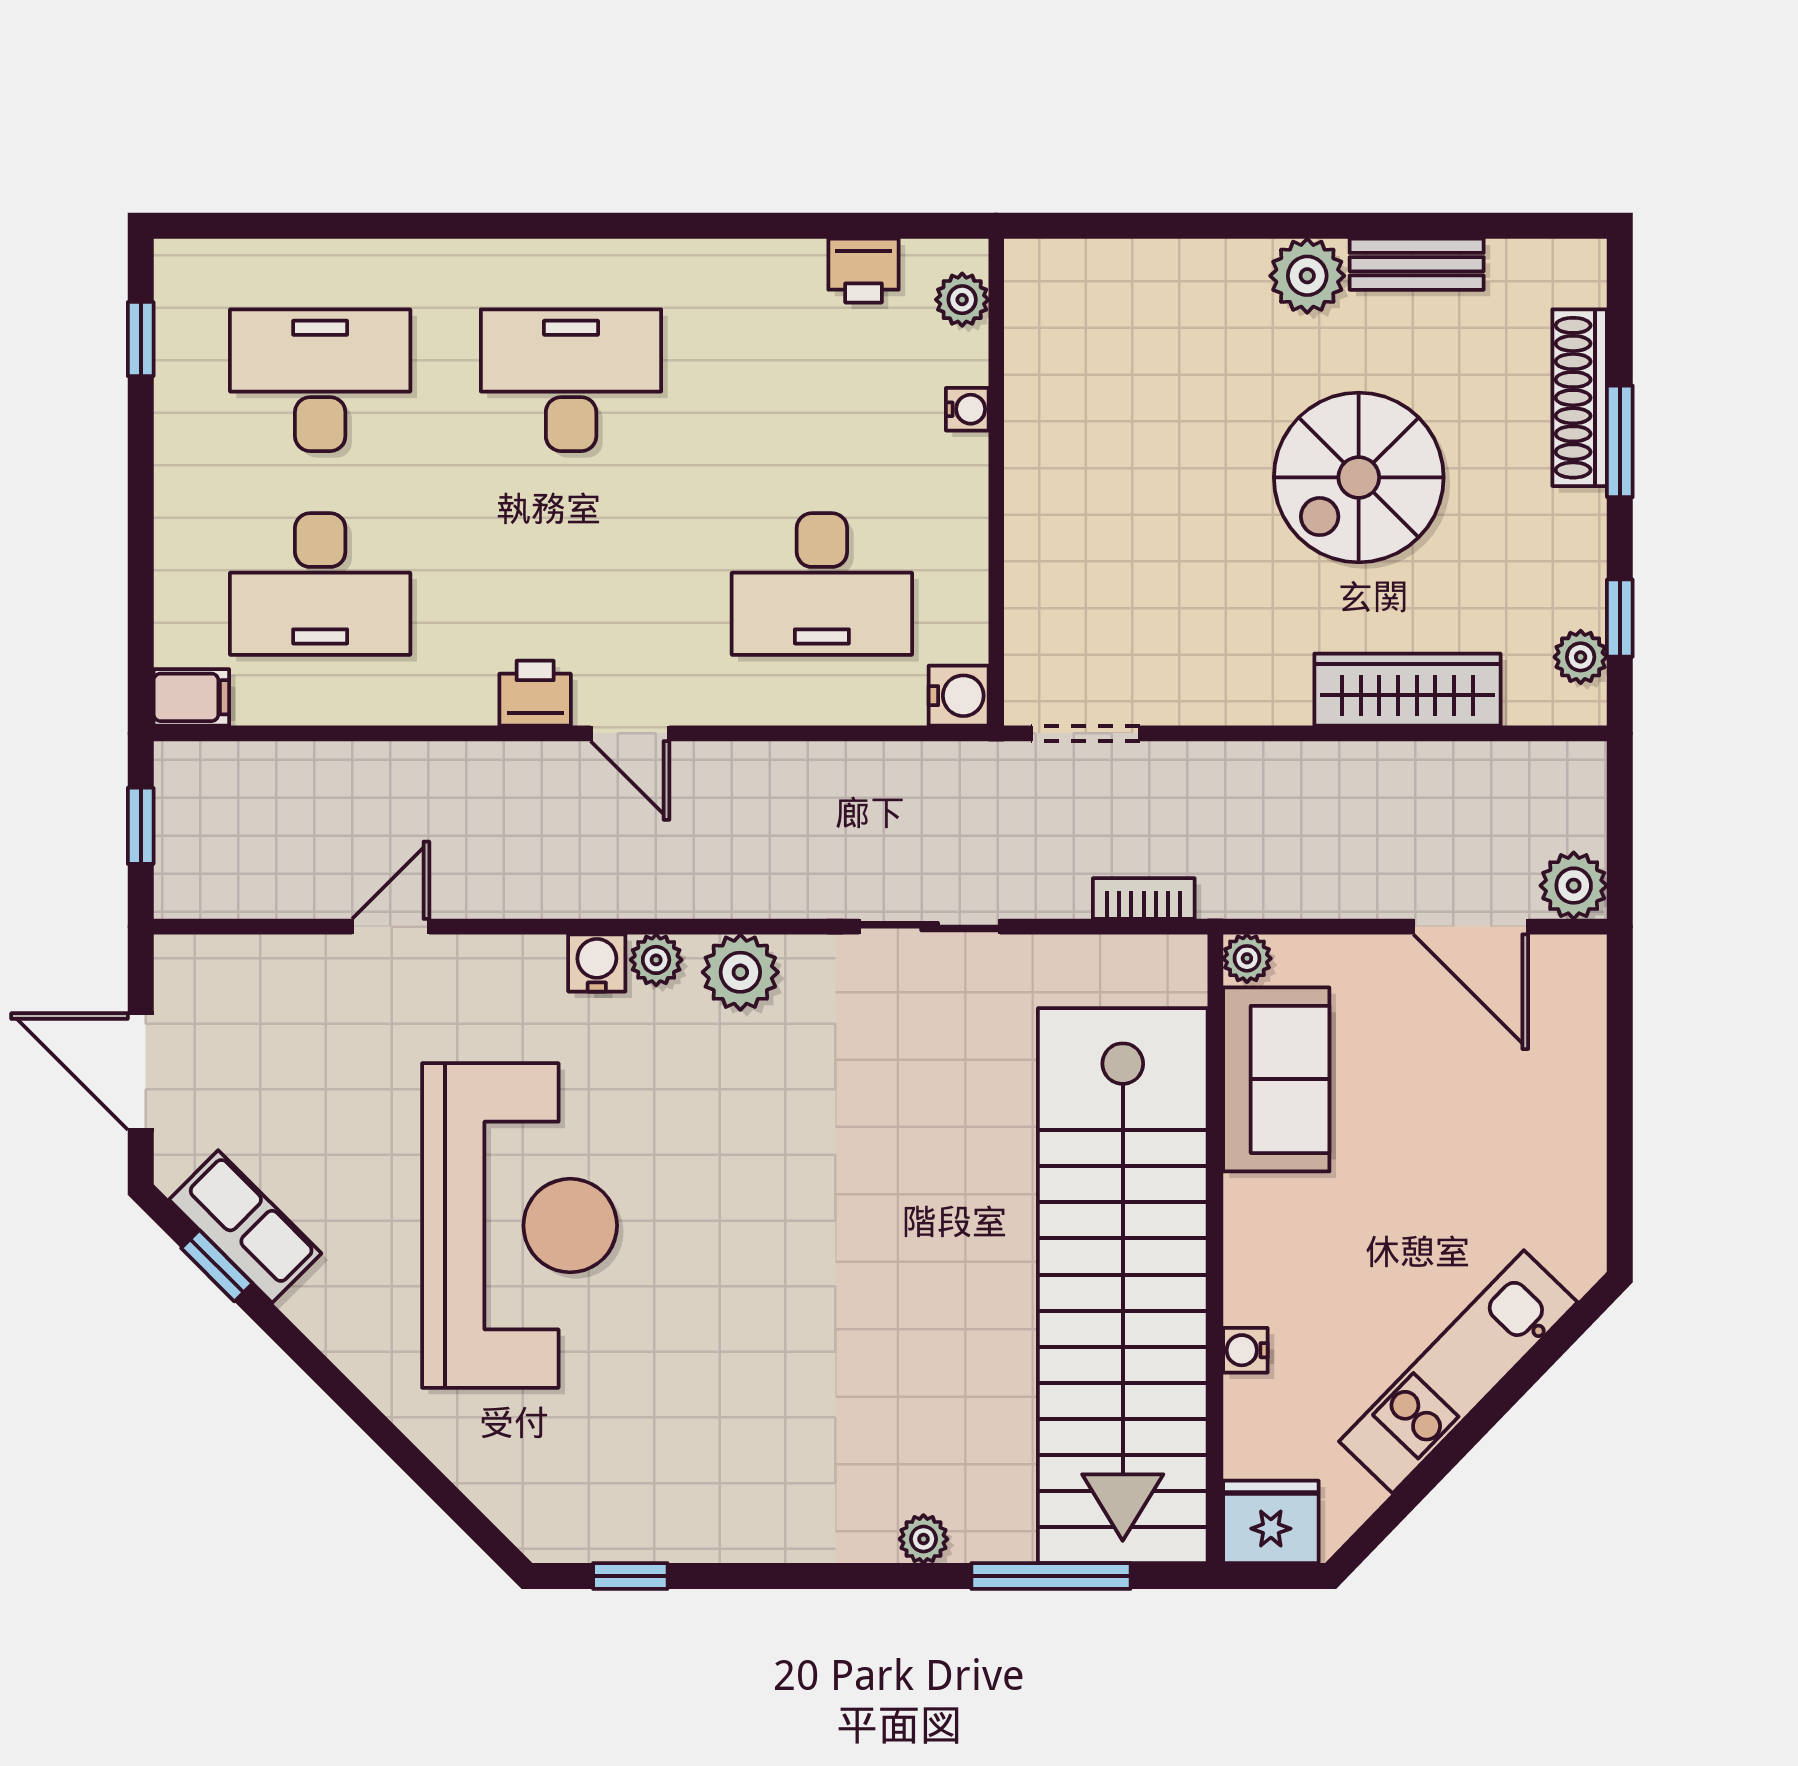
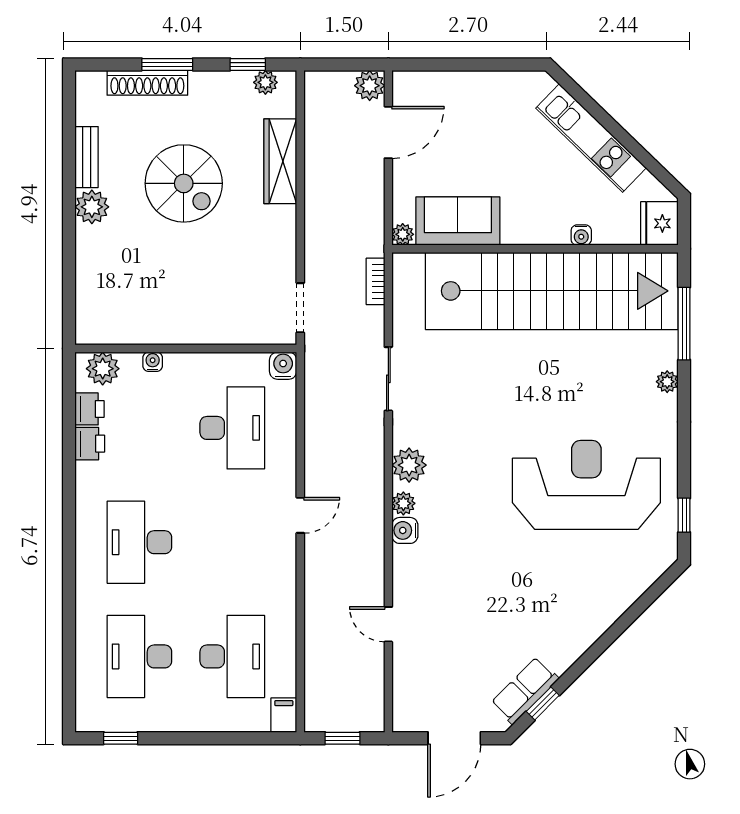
plant: (962, 300) -> (103, 369), width x1.38, depth x1.38
printer: (535, 693) -> (90, 444), moved, turned 180
reception desk: (520, 1226) -> (586, 485), moved

